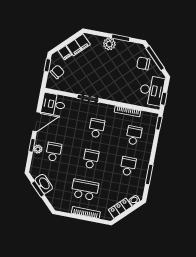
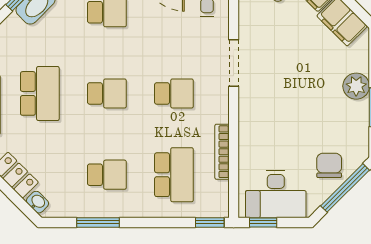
school desk: (134, 135) -> (174, 175), width x1.85

